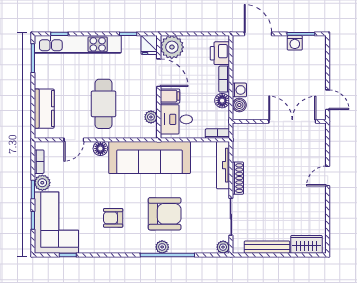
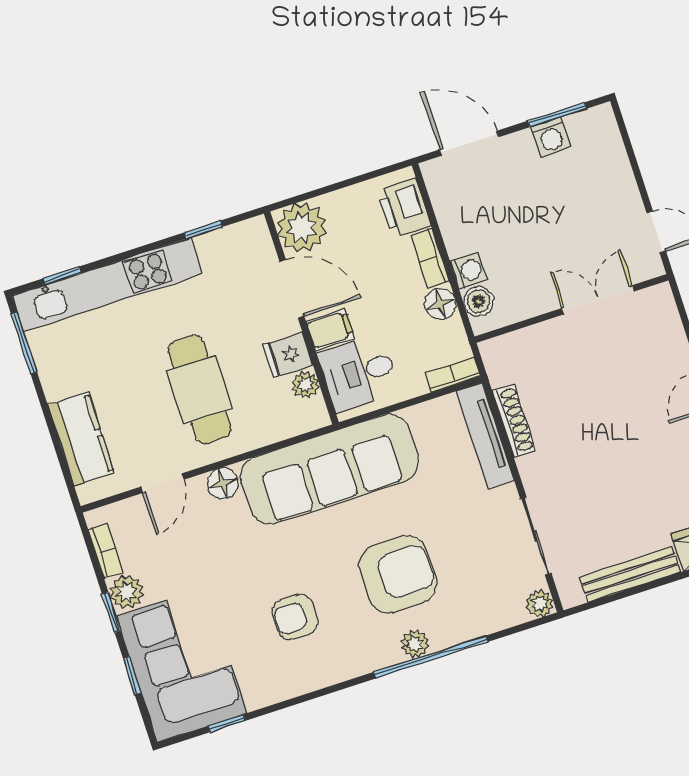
fridge: (149, 45) -> (288, 355), moved, turned 90
double door: (292, 121) -> (598, 300), width x0.73
shoe rack: (238, 178) -> (514, 421), moved

